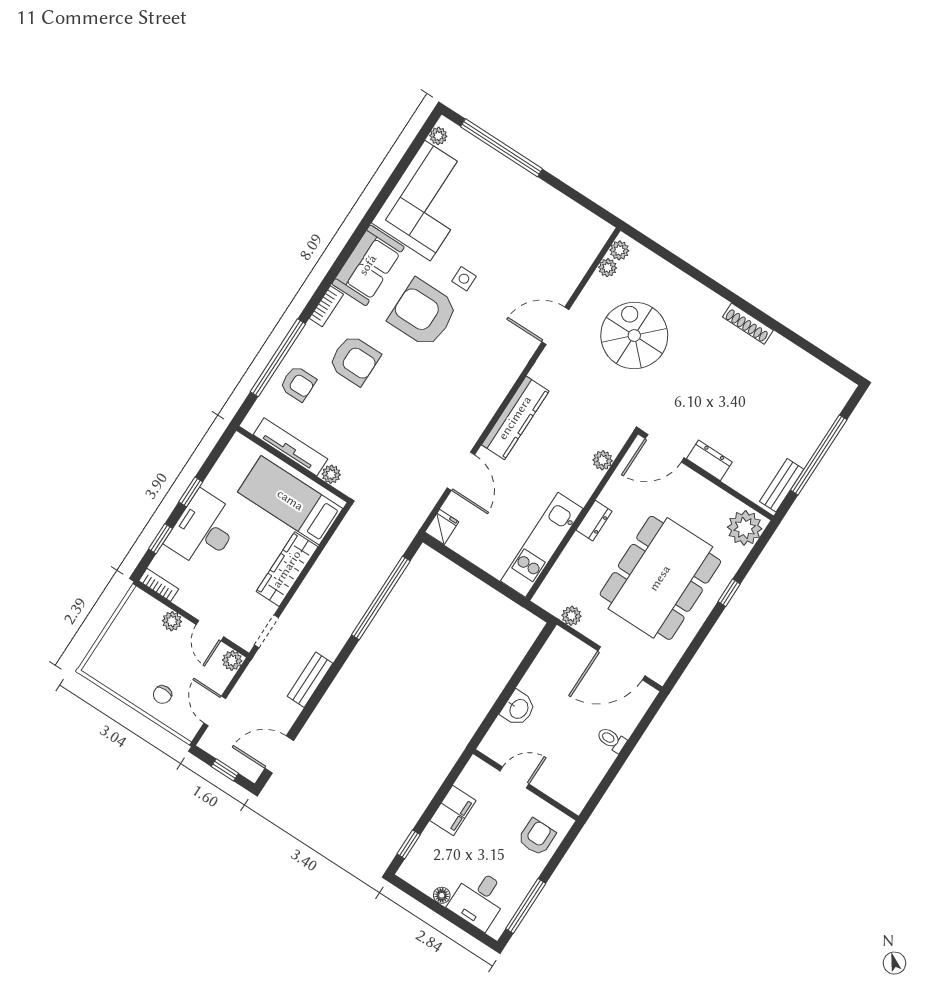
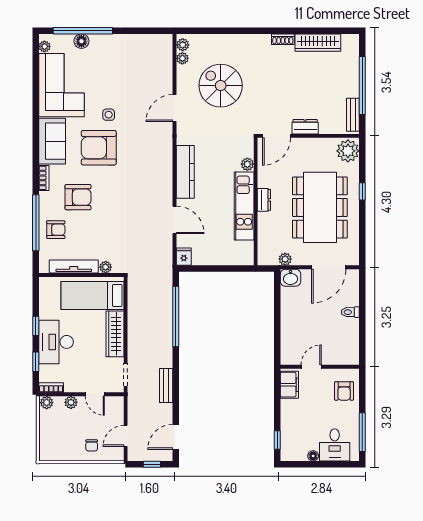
floor lamp: (491, 160) -> (81, 41), added
shoe rack: (748, 324) -> (283, 39), width x0.70
wardrobe: (797, 362) -> (318, 43), added
kitchen unit: (542, 545) -> (244, 206), moved
plant: (232, 661) -> (47, 403), moved
washbasin: (518, 708) -> (290, 278), moved, turned 90
door: (215, 711) -> (126, 436), hinge flipped
filing cabinet: (453, 810) -> (289, 385), moved
armchair: (537, 837) -> (344, 391), turned 180

